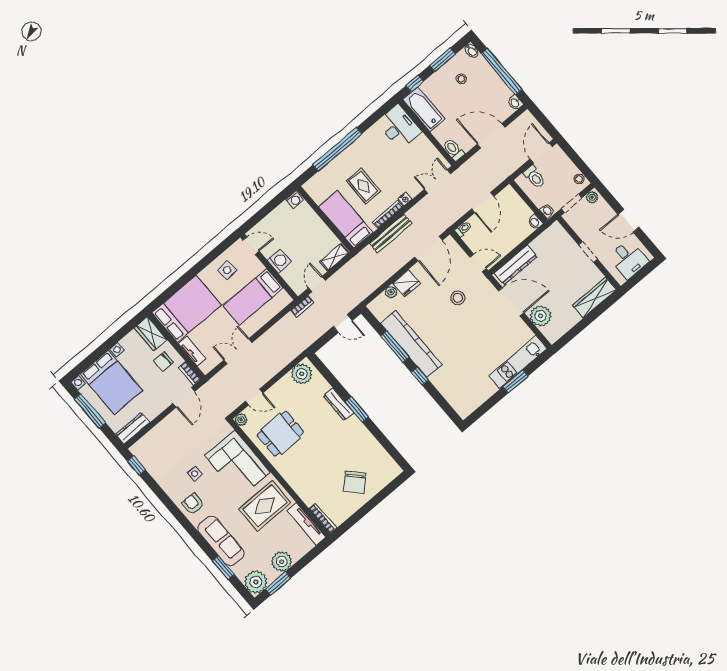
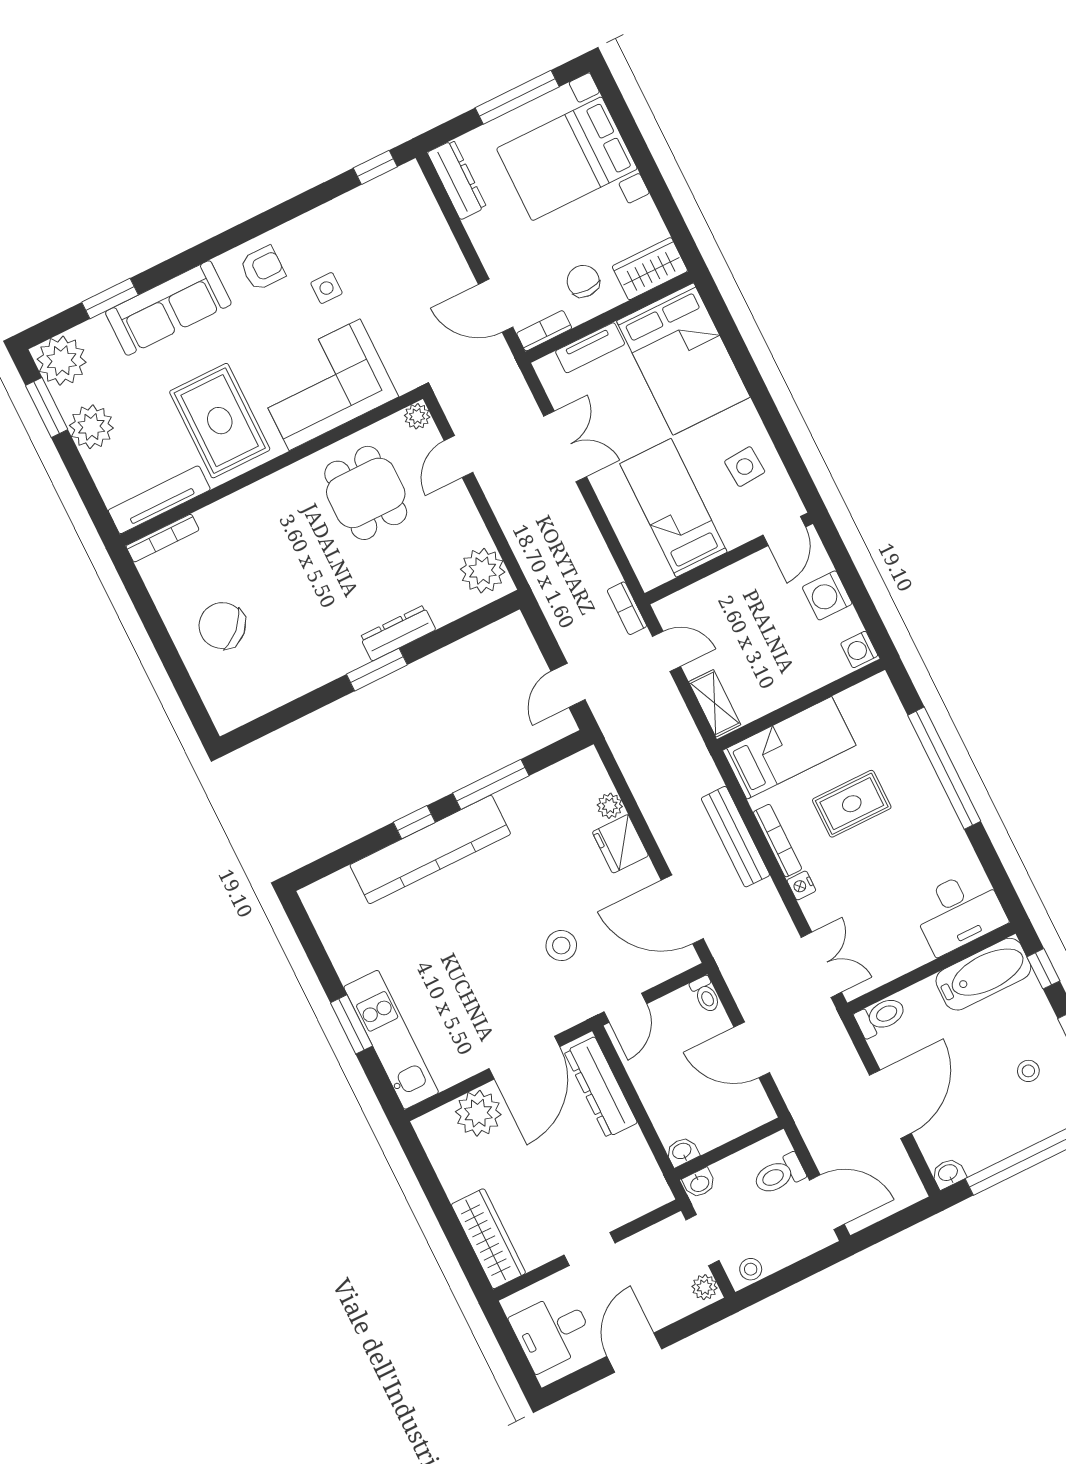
washing machine: (279, 261) -> (827, 595), moved, turned 90
kitchen counter: (411, 344) -> (430, 849), moved

